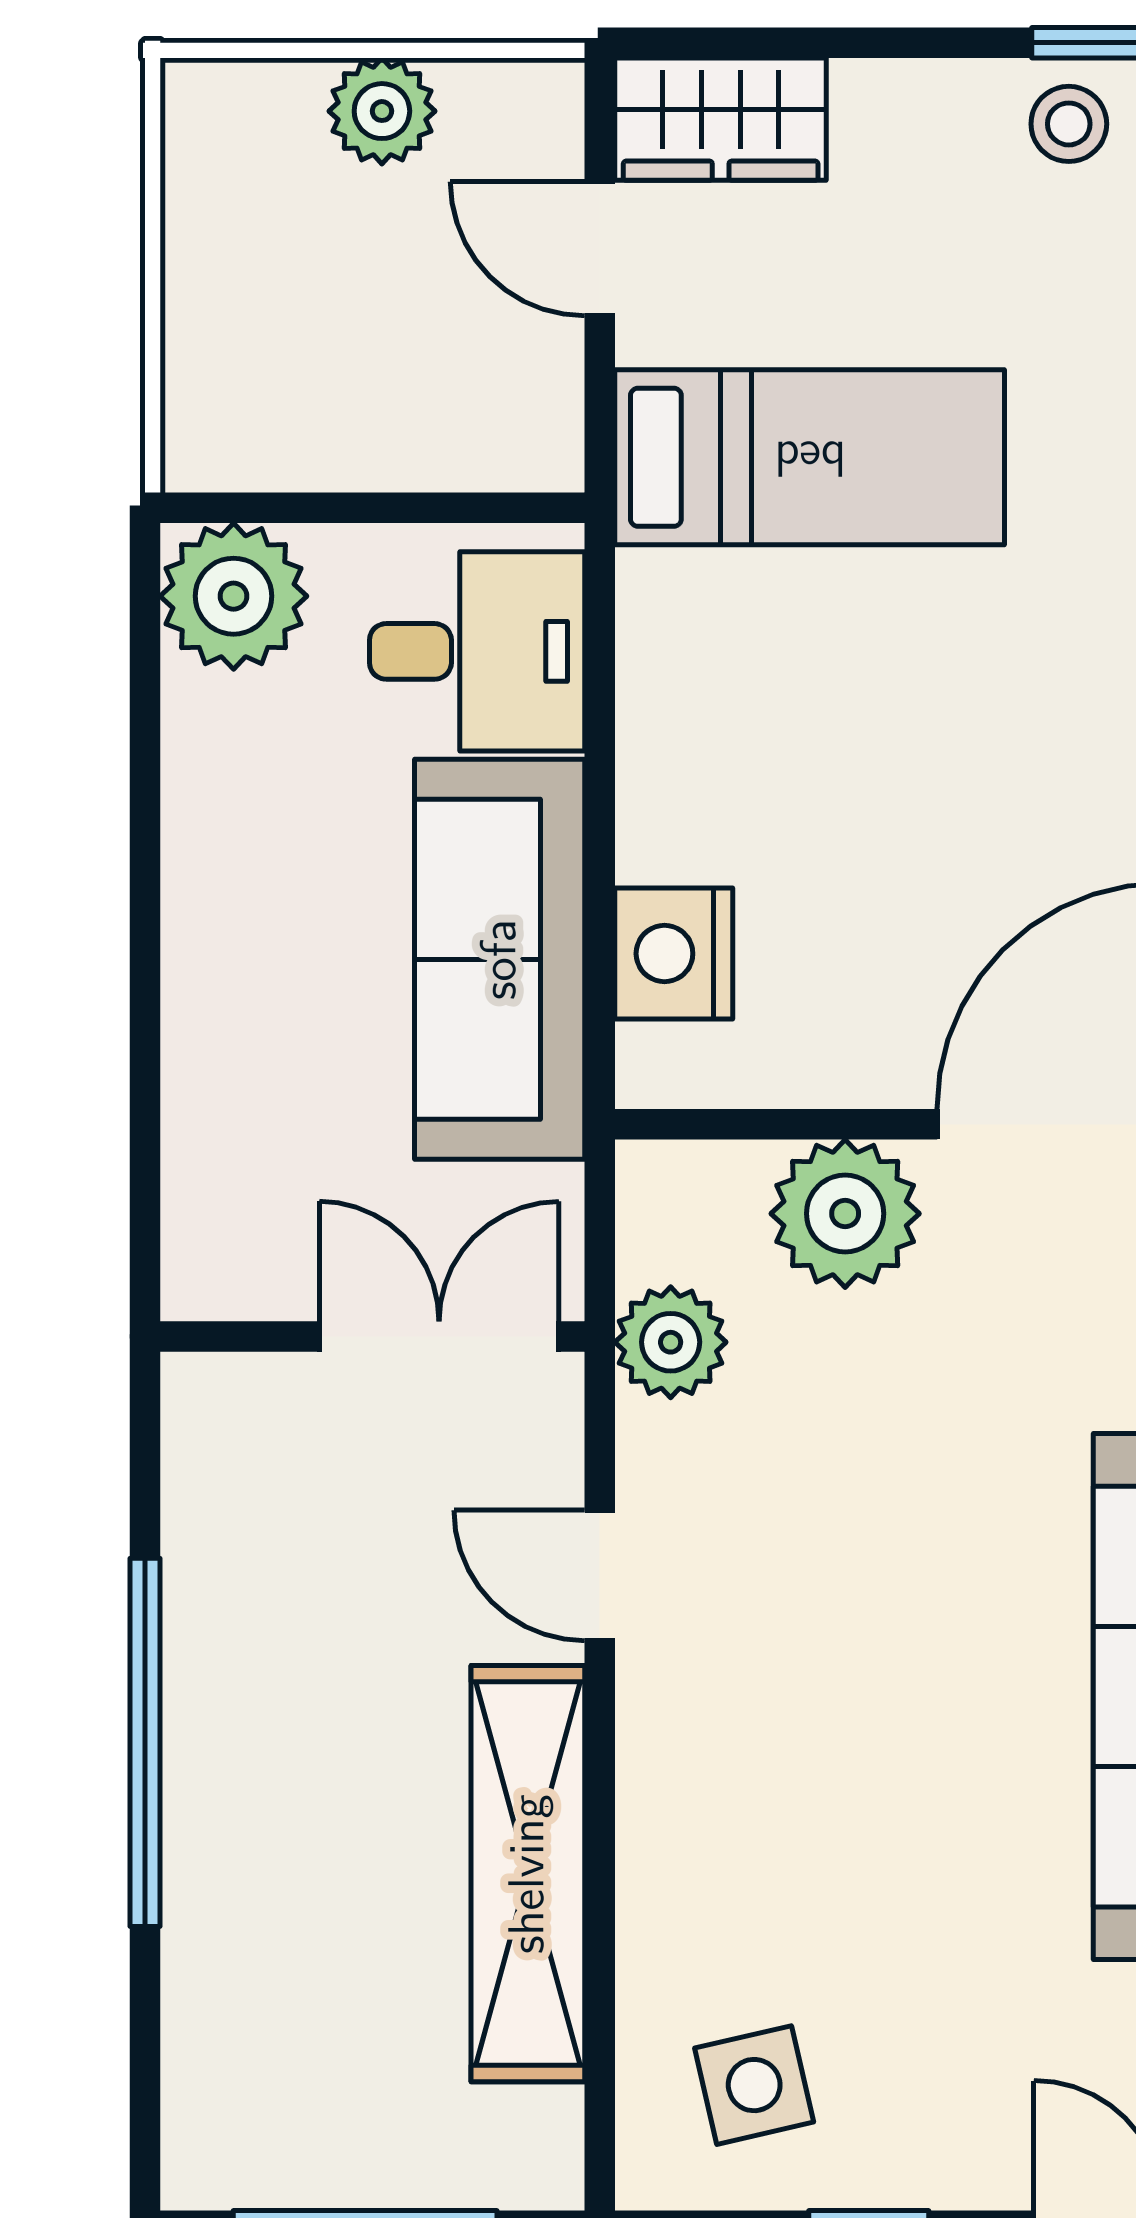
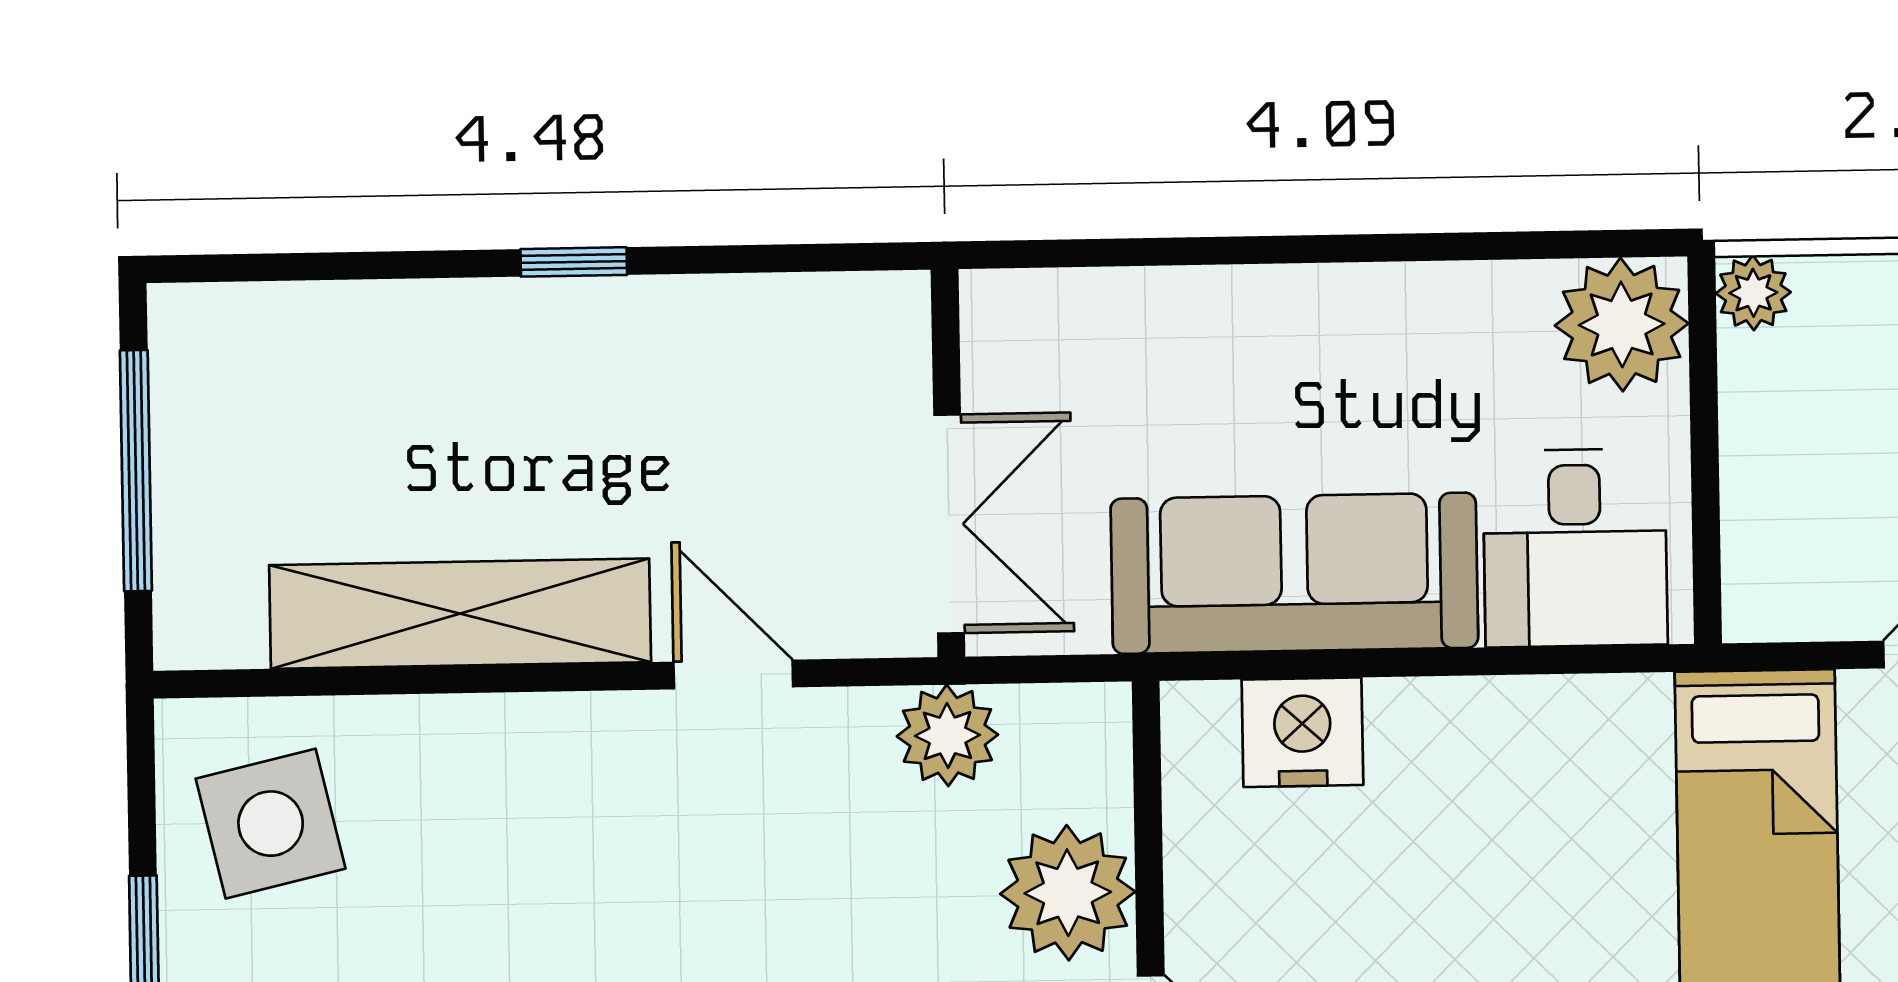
plant: (201, 451) -> (1753, 293), added
door: (600, 1576) -> (733, 675), hinge flipped
window: (145, 1742) -> (574, 262), width x0.32
side table: (754, 2085) -> (271, 824), width x1.37, depth x1.37

